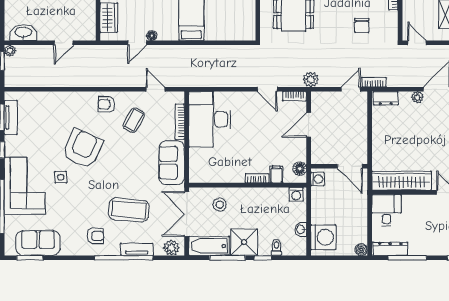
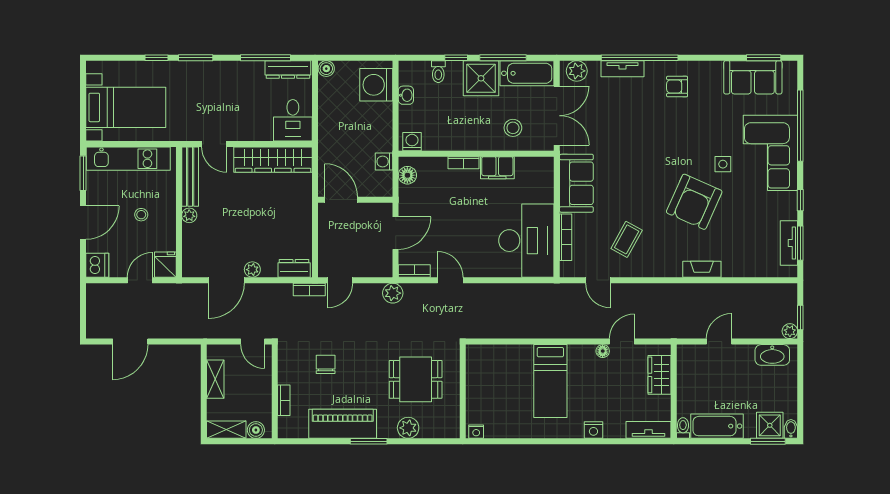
fireplace: (77, 98) -> (702, 269), added
armchair: (106, 104) -> (663, 260), removed
wall: (339, 166) -> (355, 200), moved
door: (350, 166) -> (341, 200), moved
filing cabinet: (276, 174) -> (497, 168), moved, width x2.00
coffee table: (129, 210) -> (633, 121), removed

